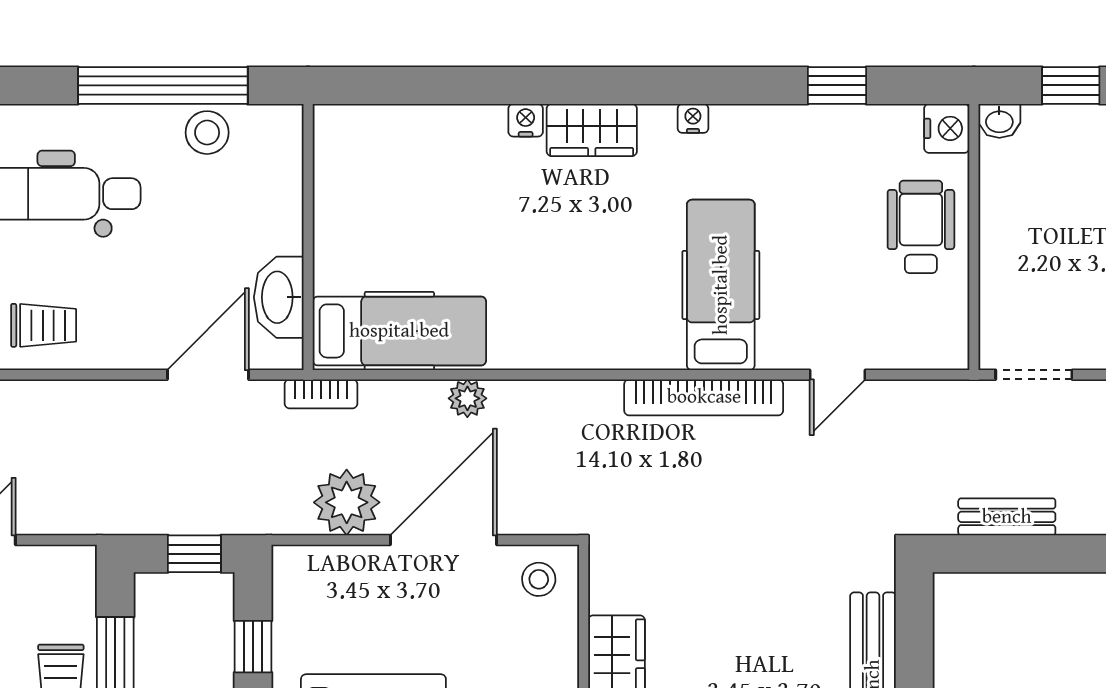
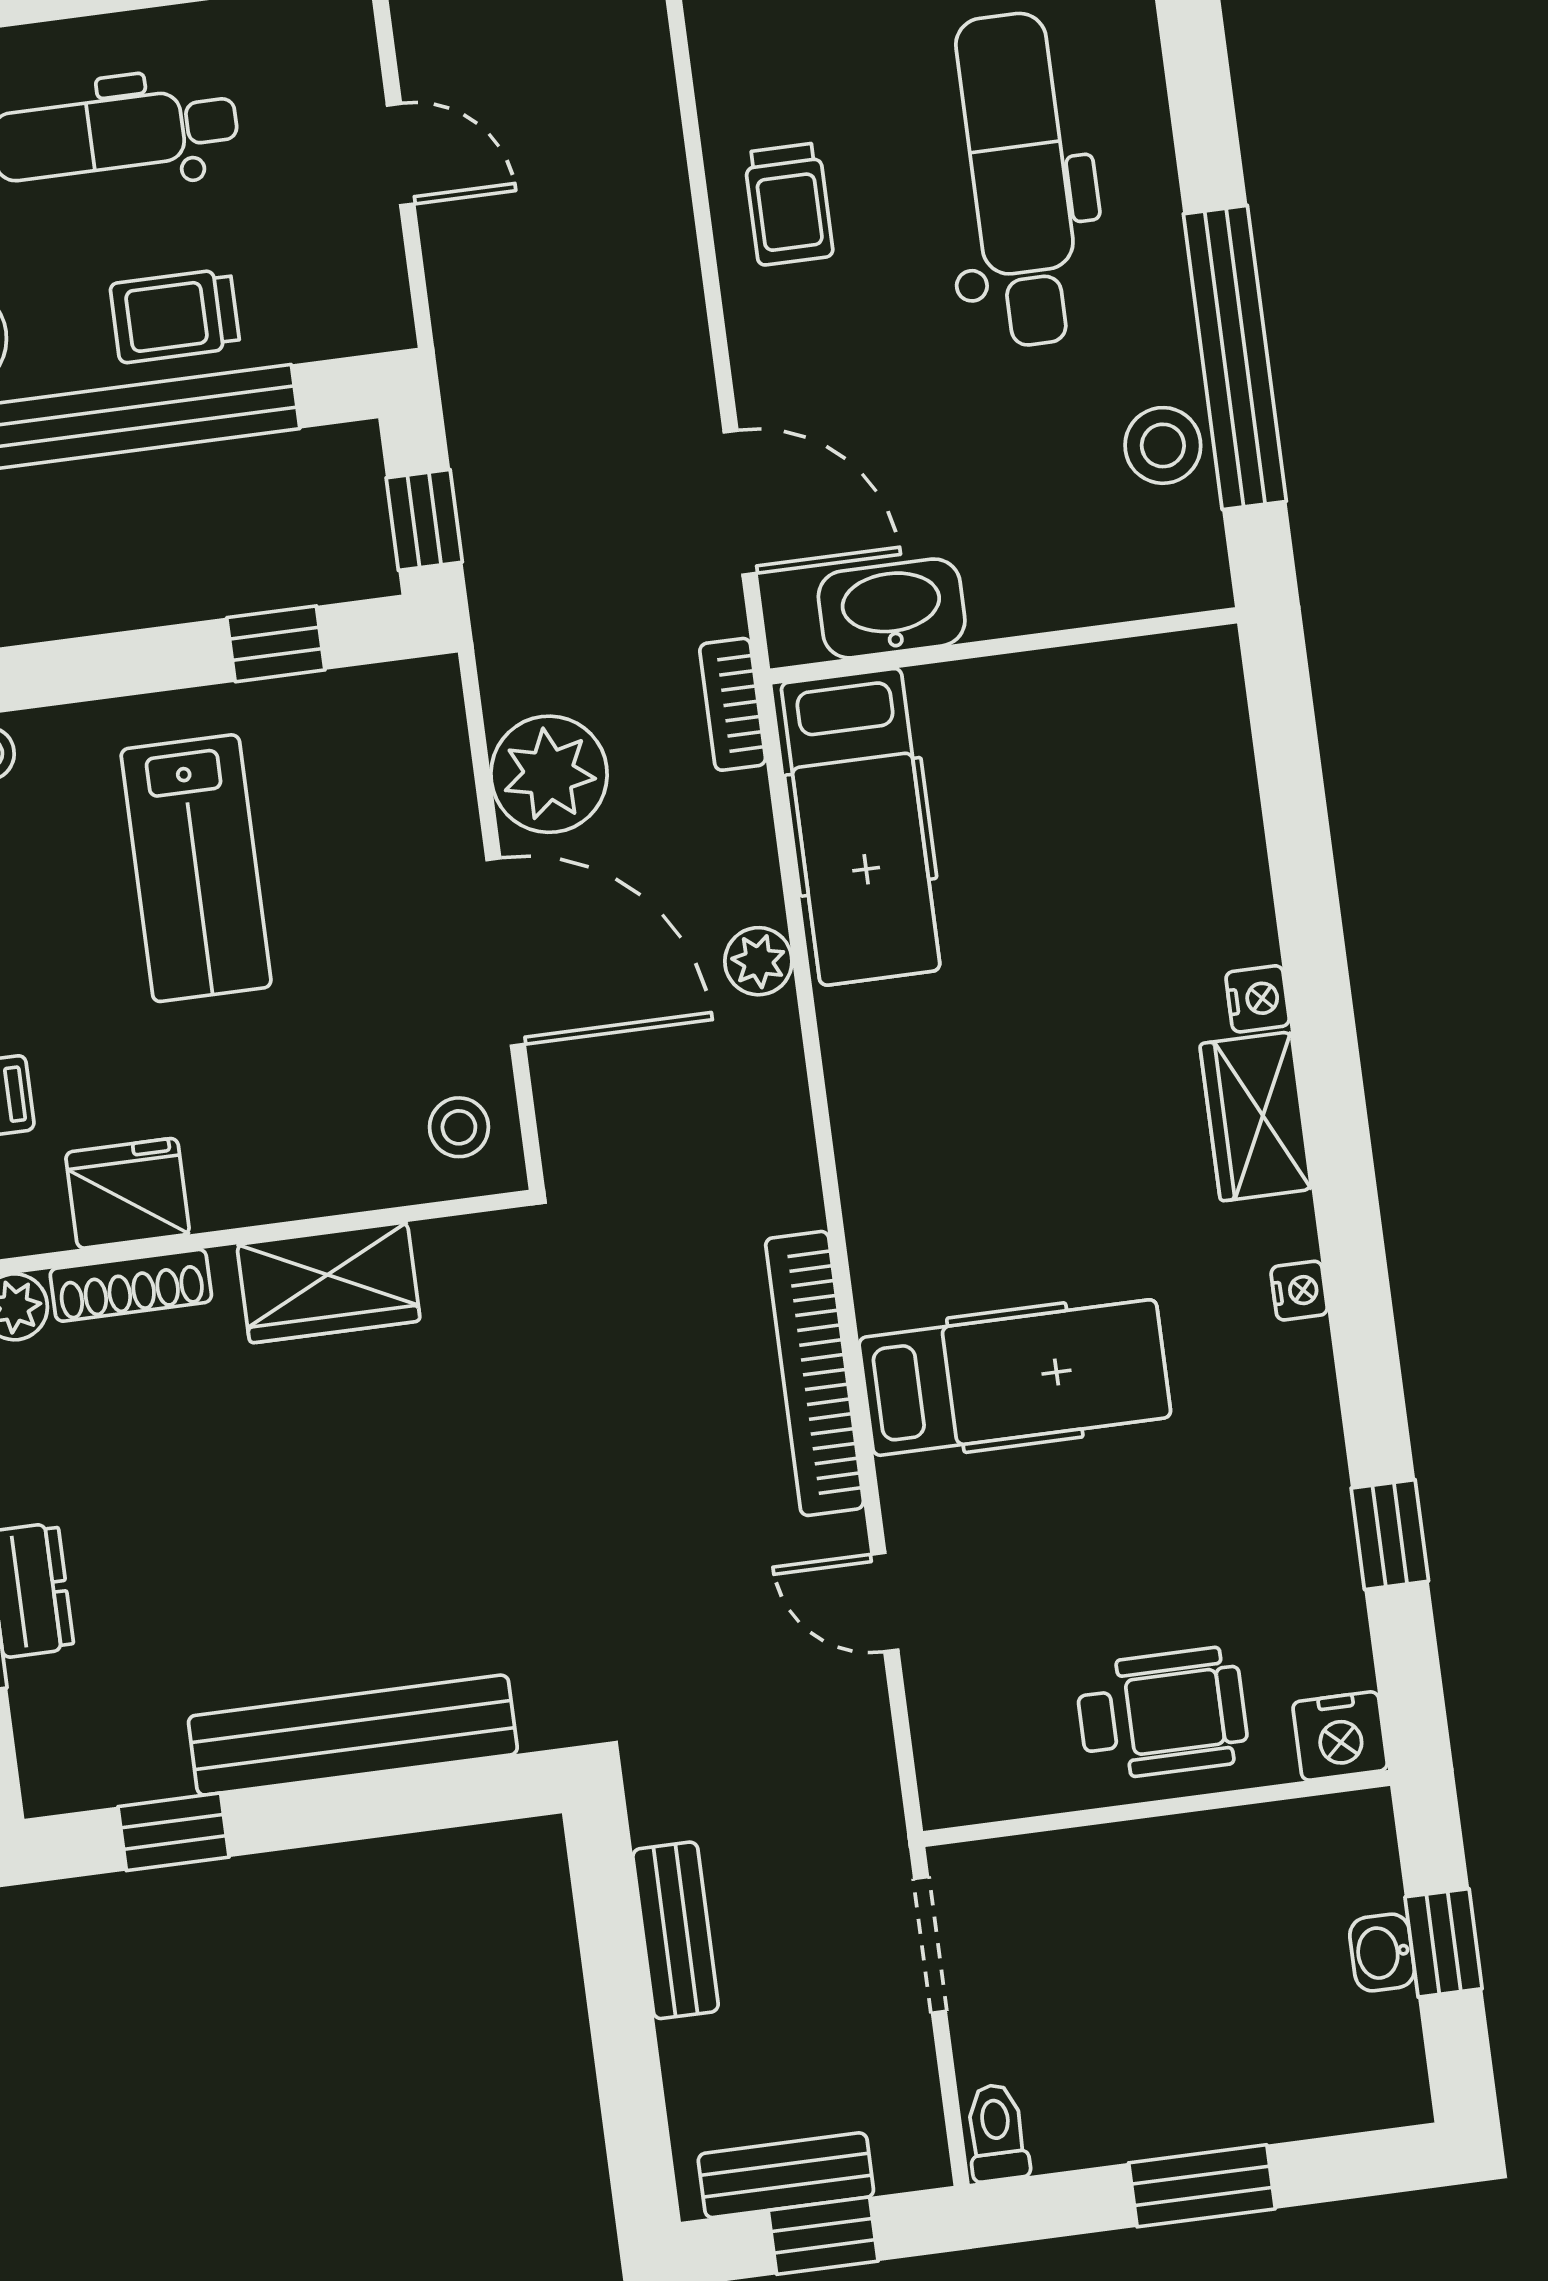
washbasin: (999, 121) -> (1382, 1952), moved

